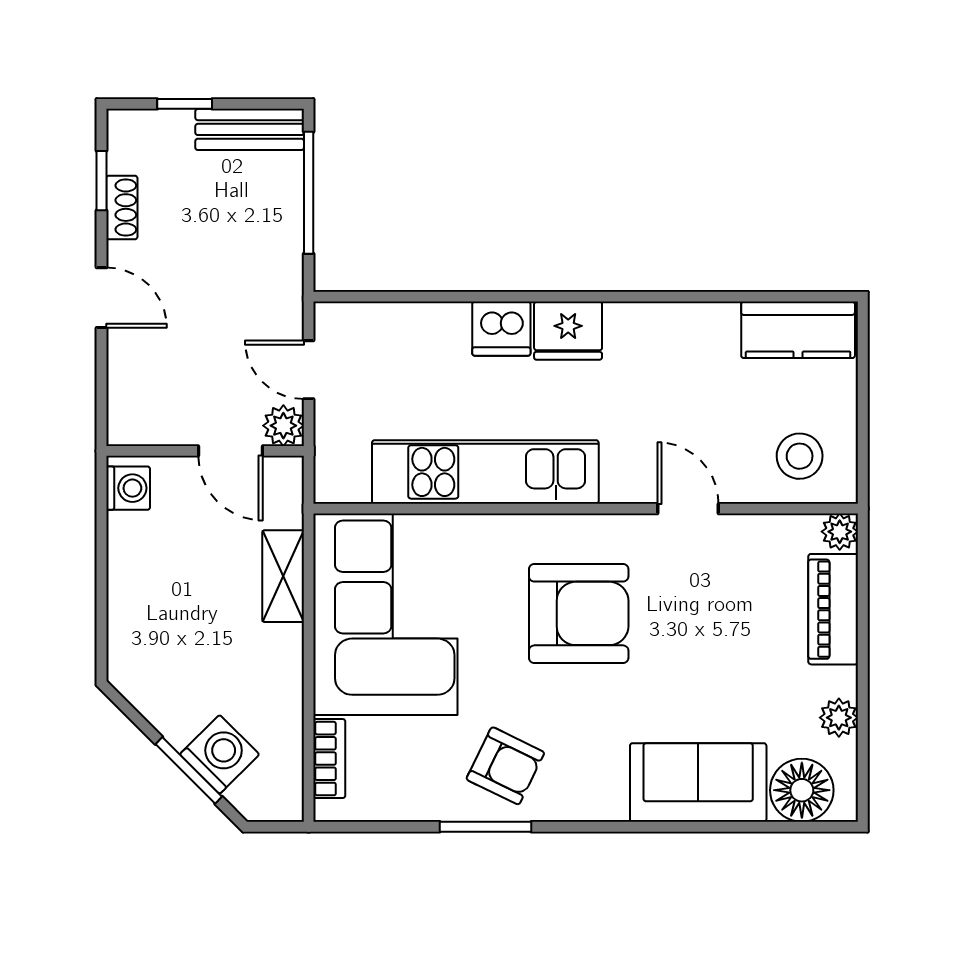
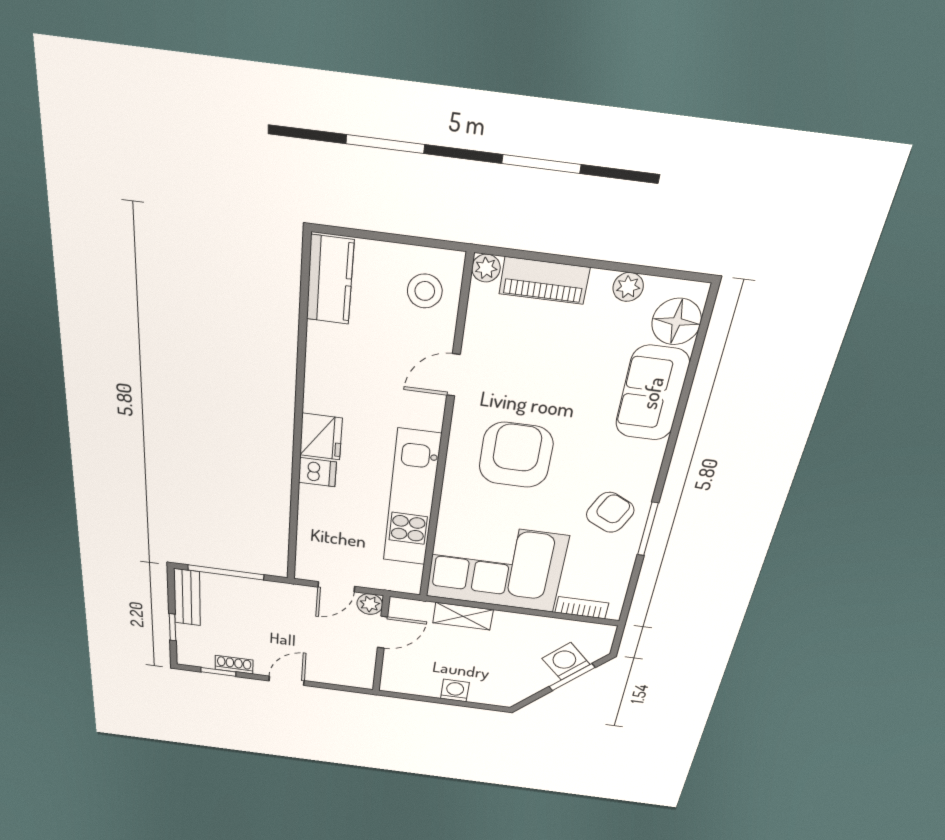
dishwasher: (501, 329) -> (317, 472), width x0.73
washing machine: (128, 488) -> (455, 690), moved

